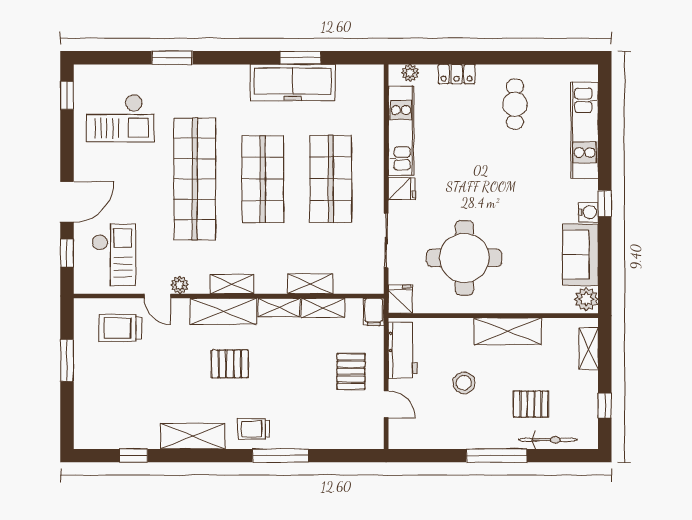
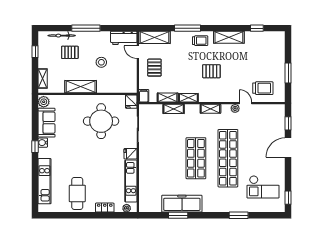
cafe table: (515, 104) -> (77, 193), width x1.37, depth x1.35
checkout: (120, 118) -> (263, 187), turned 180
shop shelf: (331, 179) -> (164, 158), removed
checkout: (114, 255) -> (266, 123), removed
shelving: (223, 311) -> (154, 37), moved
workbench: (403, 350) -> (124, 38), moved, turned -90

